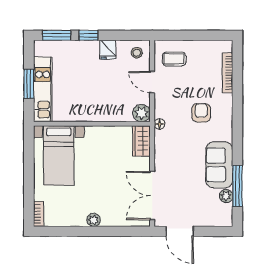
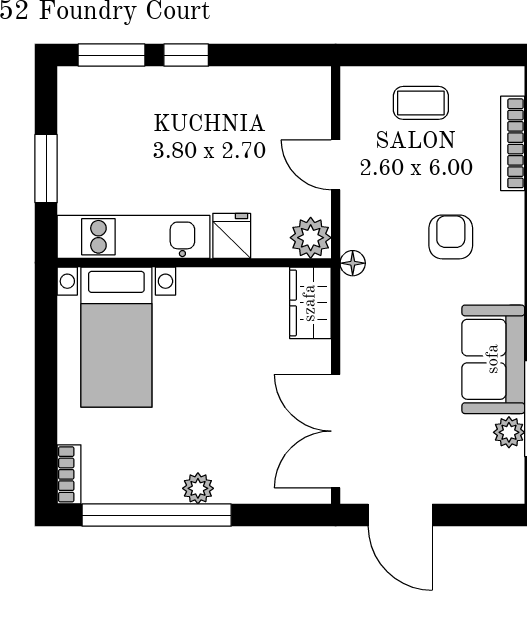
fridge: (108, 50) -> (232, 236), moved, turned 180
stool: (137, 53) -> (300, 96), removed
coffee table: (174, 59) -> (421, 103), moved
kitchen unit: (43, 89) -> (134, 237), moved, turned -90
window: (76, 231) -> (157, 515), added

